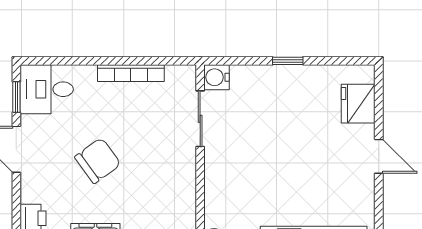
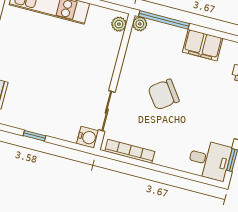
bookcase: (131, 73) -> (130, 151), moved
chair: (98, 161) -> (164, 94), moved

